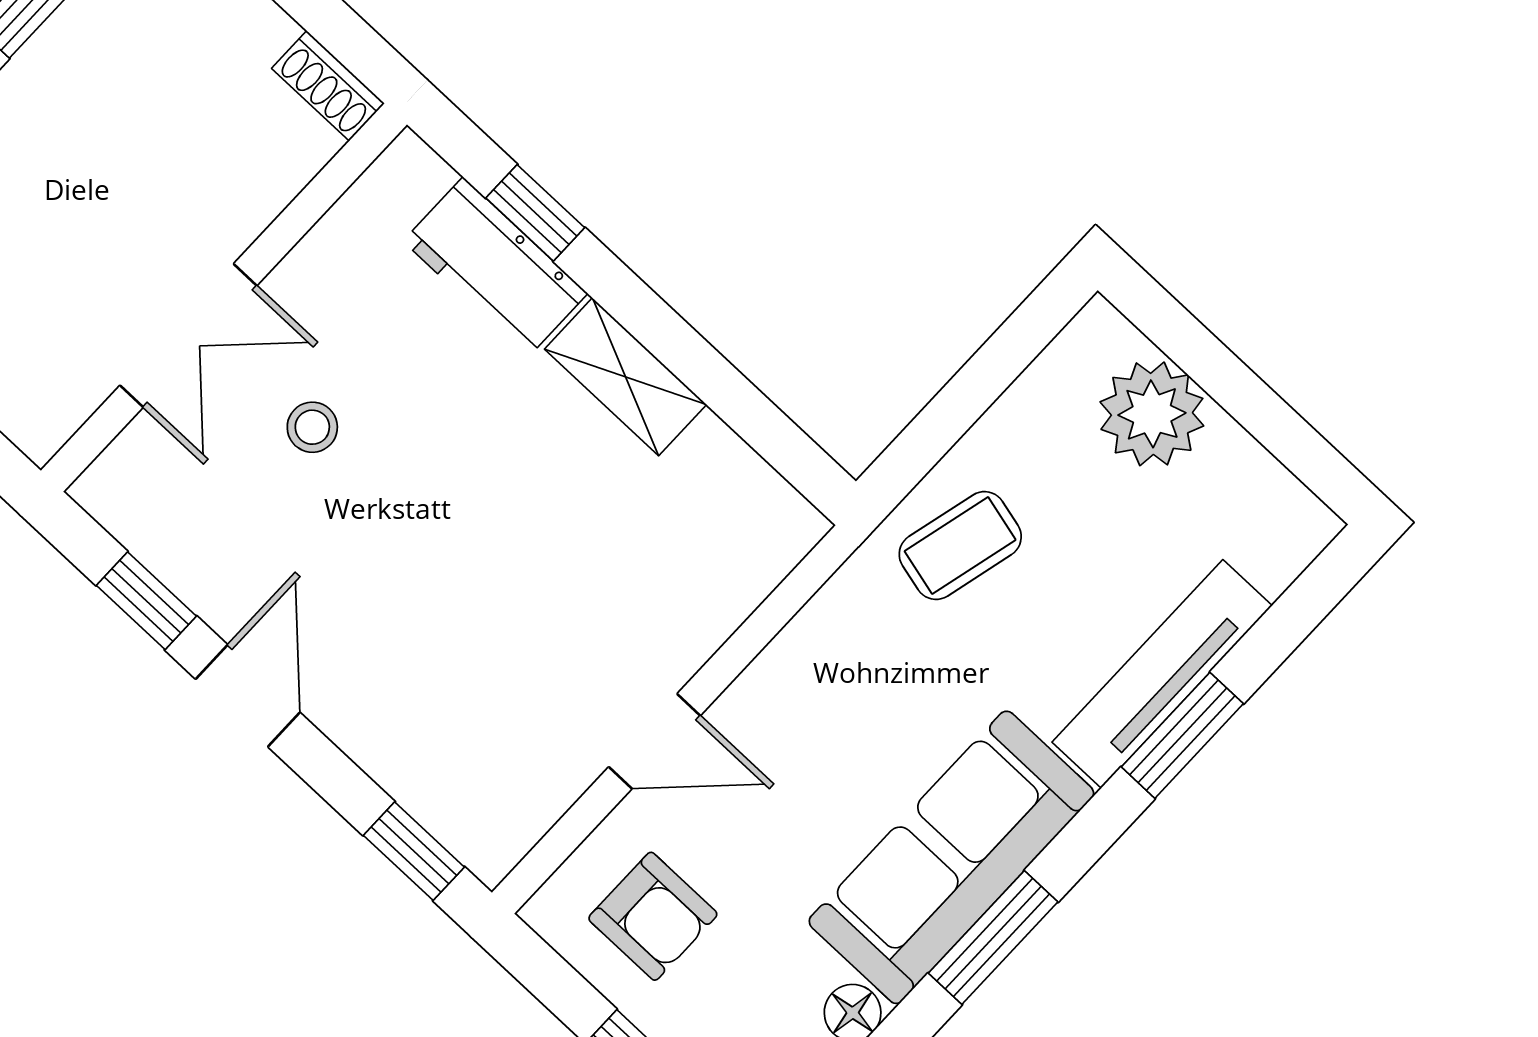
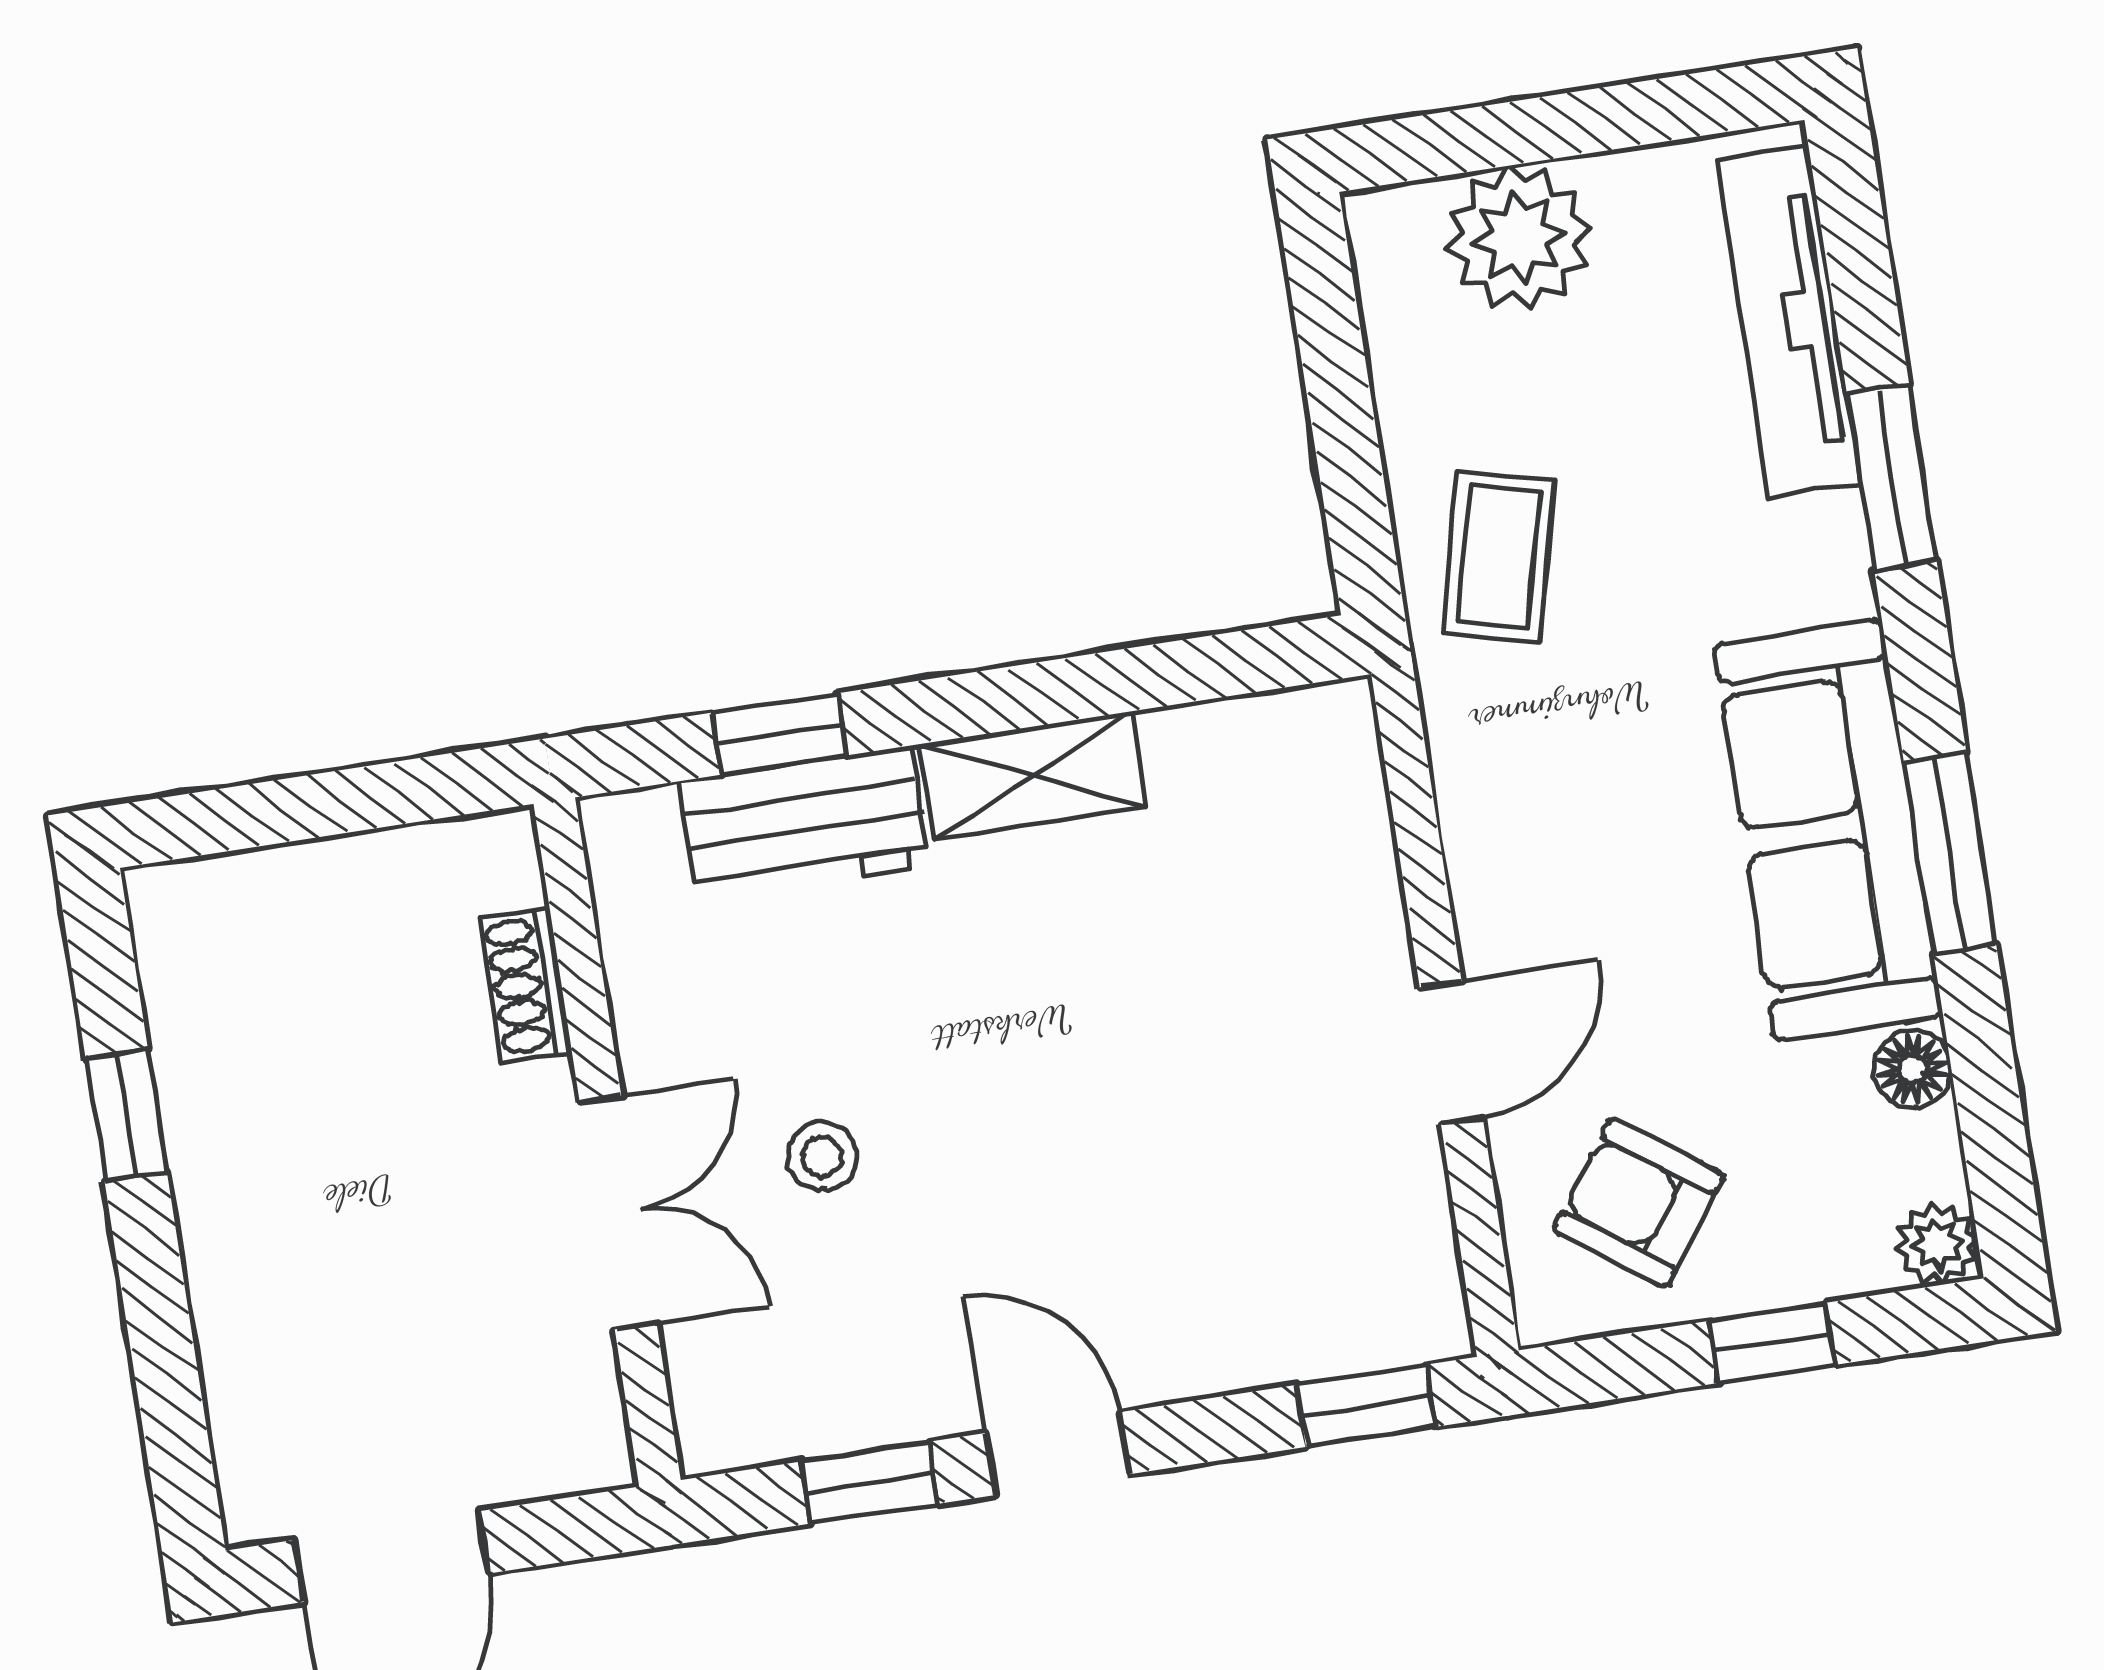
shoe rack: (328, 86) -> (526, 985), moved, turned 90
tv unit: (1162, 674) -> (1789, 322), moved
armchair: (653, 916) -> (1639, 1203), turned -144

